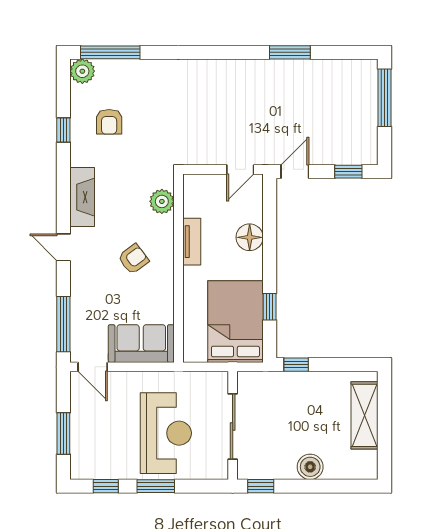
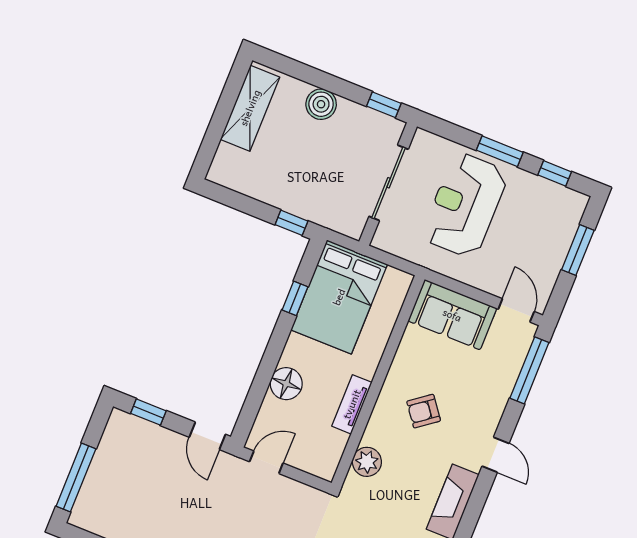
door: (295, 172) -> (207, 436), hinge flipped
shelving: (364, 415) -> (250, 108), moved

